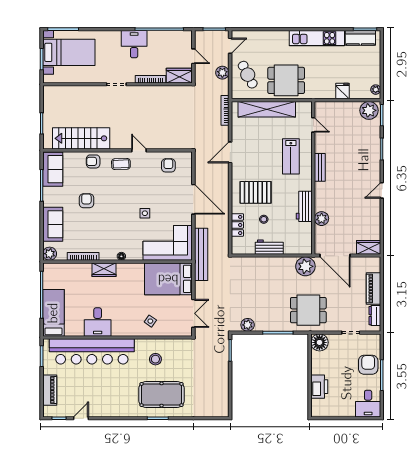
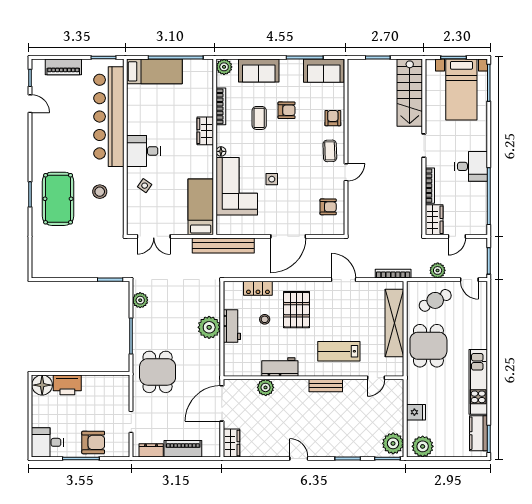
plant: (376, 90) -> (423, 446), width x1.88, depth x1.88
stairs: (81, 138) -> (410, 93), moved, turned 180
coffee table: (93, 224) -> (259, 118), added
corner sofa: (168, 243) -> (237, 186), moved
plant: (305, 266) -> (209, 327), moved
bed: (168, 279) -> (201, 207), width x0.67
desk: (98, 322) -> (144, 151), moved
floor lamp: (319, 342) -> (42, 385), moved

